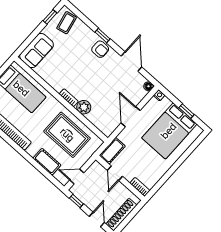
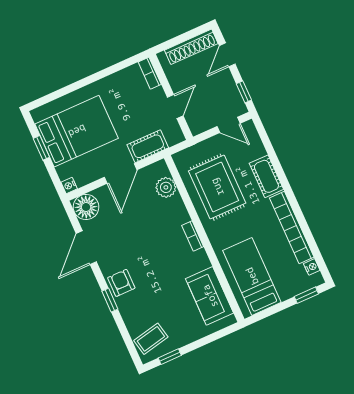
sofa: (37, 51) -> (210, 296), moved, turned -90
floor lamp: (148, 86) -> (86, 207), width x1.89, depth x1.89
plant: (84, 107) -> (166, 187), moved
cot: (112, 151) -> (148, 146), moved
cot: (47, 162) -> (266, 176), moved

